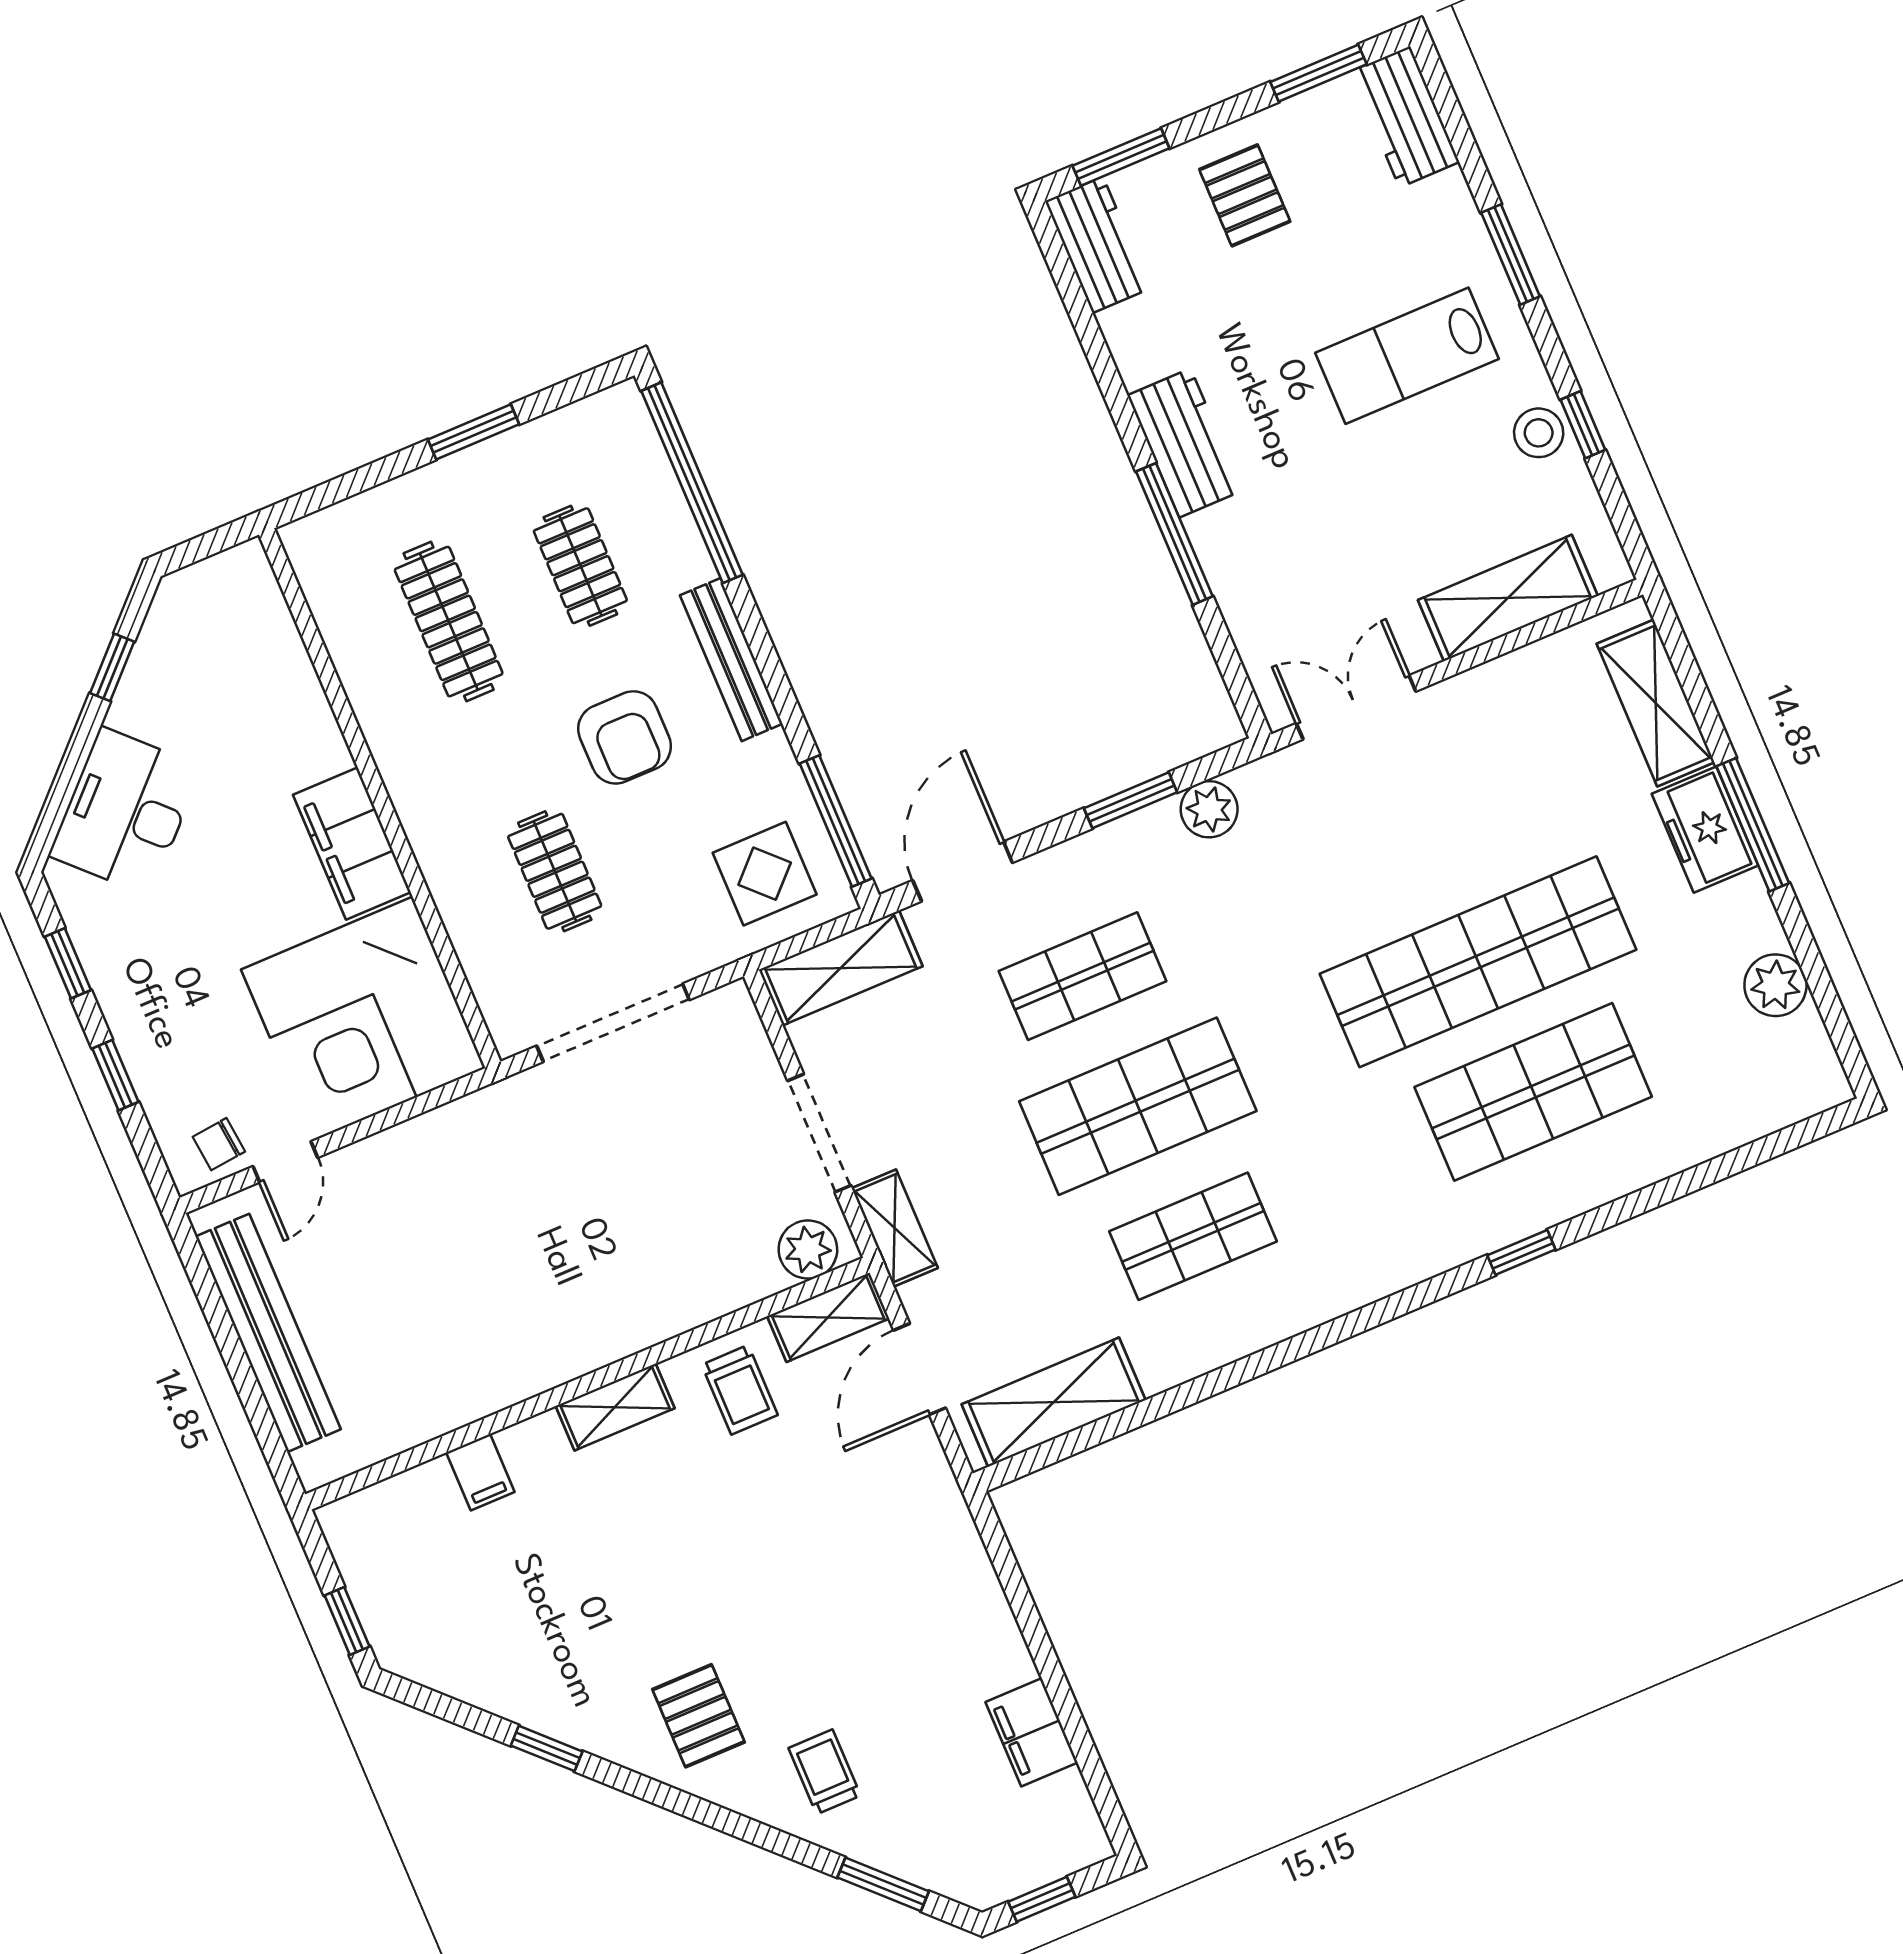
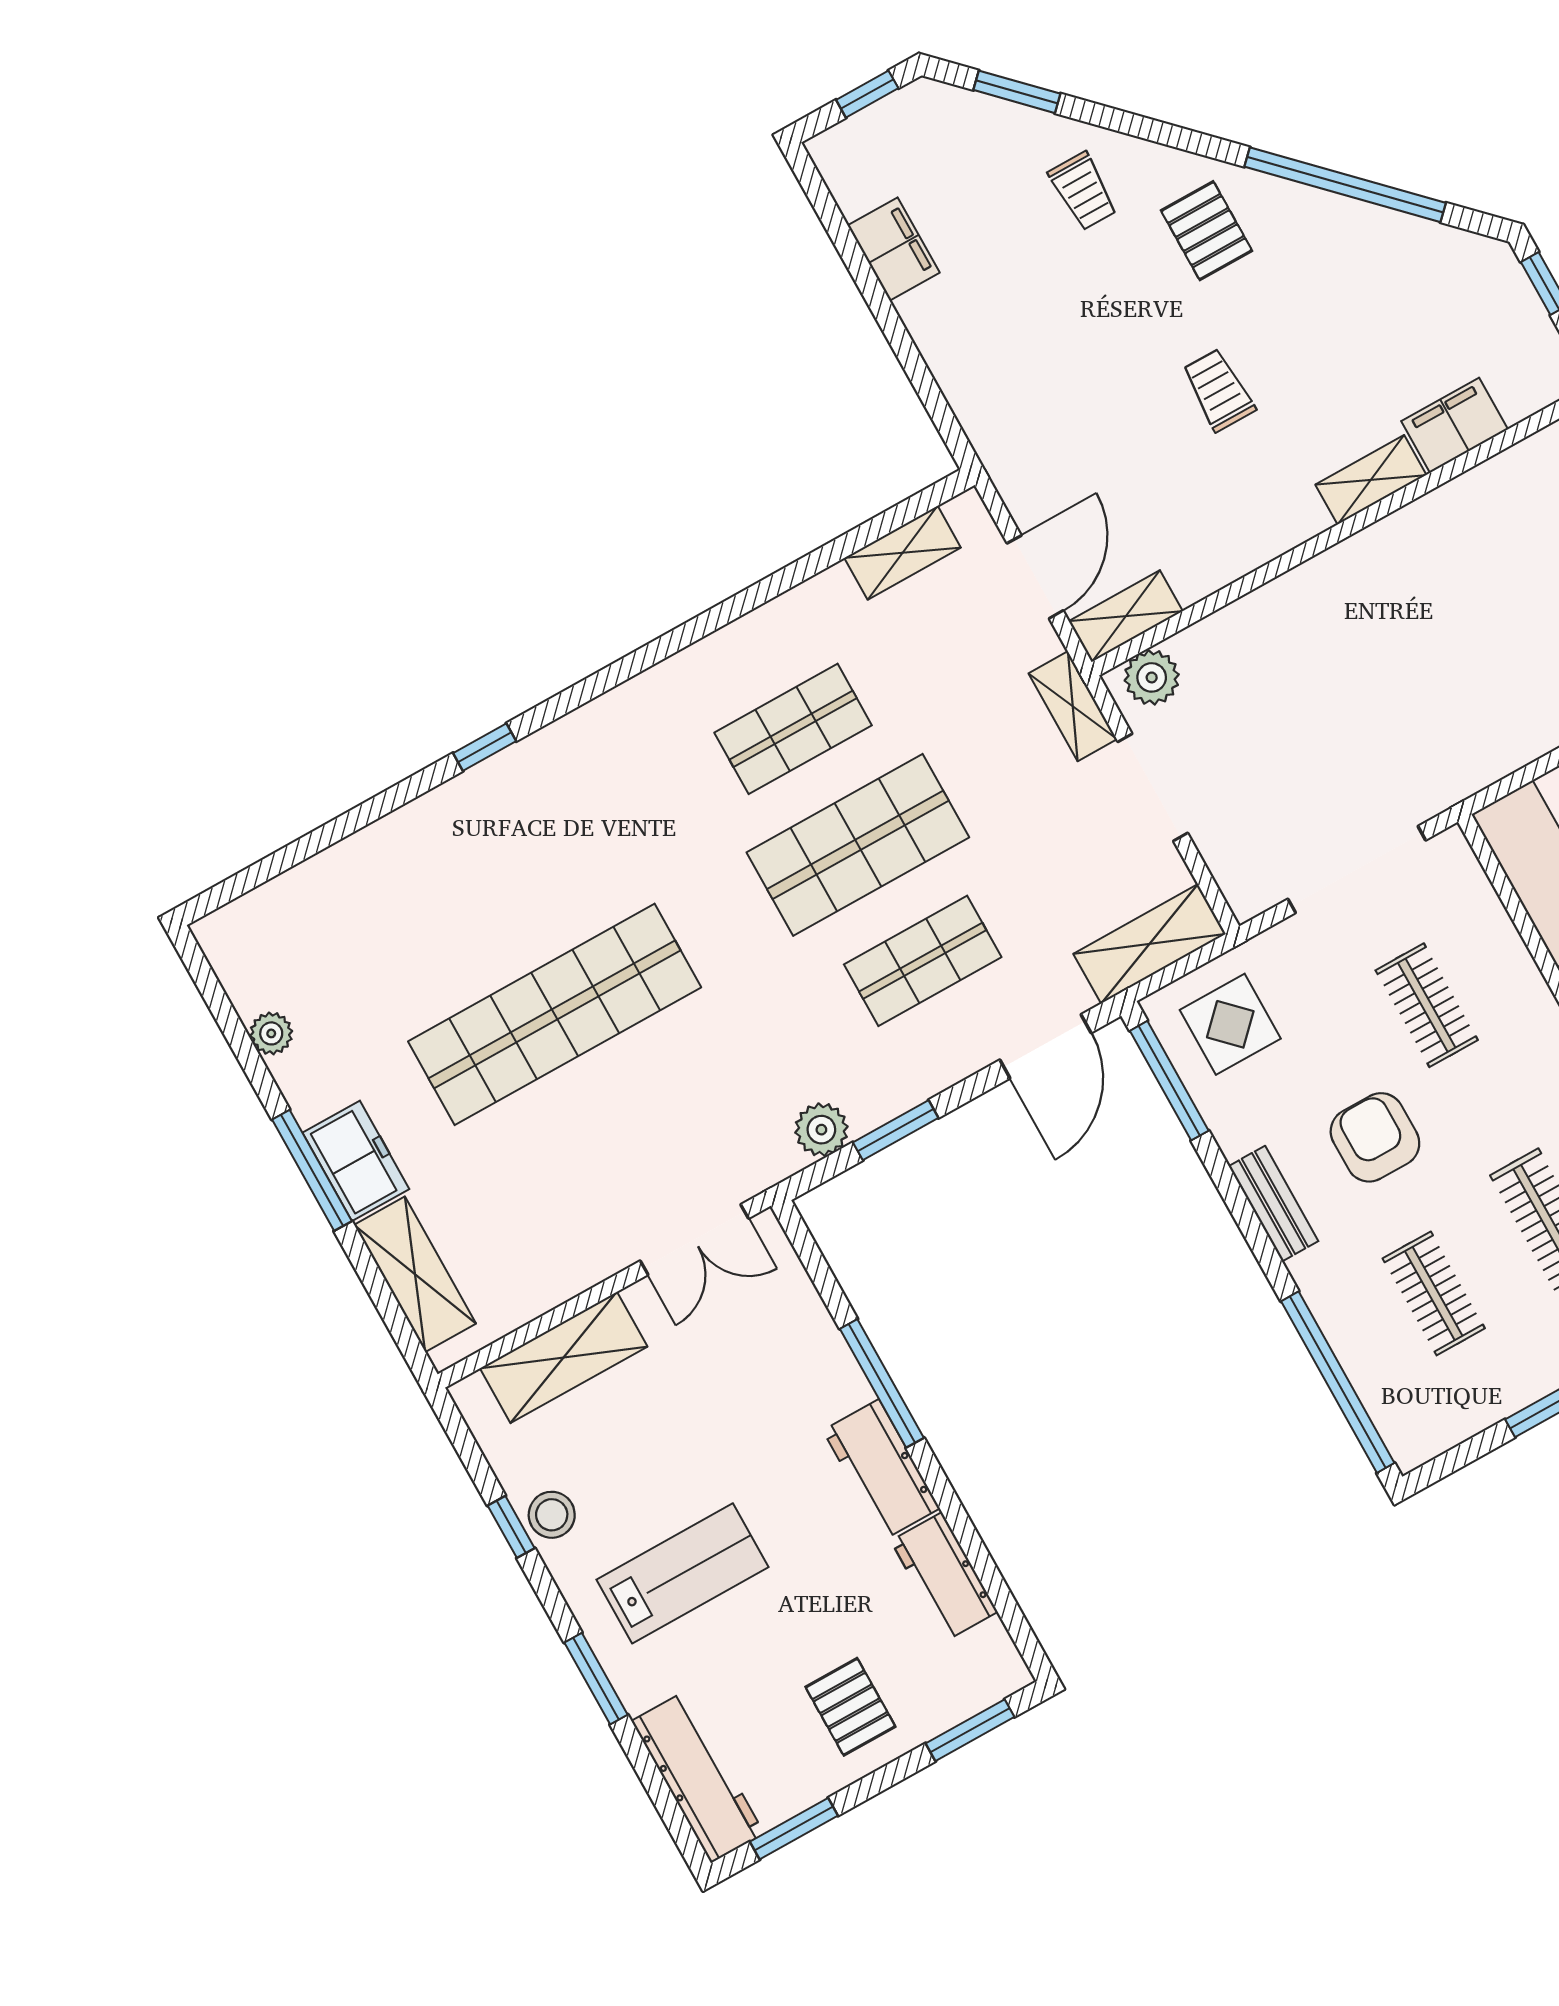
workbench: (1405, 117) -> (698, 1777), width x1.38
workbench: (1098, 245) -> (944, 1576), moved
bench: (731, 660) -> (1273, 1204), width x0.73
plant: (1775, 985) -> (271, 1033), width x0.73, depth x0.73
shop shelf: (1533, 1092) -> (490, 898), removed
trolley: (740, 1390) -> (1219, 390), moved
shelving: (1054, 1402) -> (903, 553), width x0.67, depth x0.75
shelving: (615, 1407) -> (1371, 480), moved
filing cabinet: (480, 1472) -> (1455, 425), width x2.00
window: (547, 1748) -> (1345, 185), width x3.17

